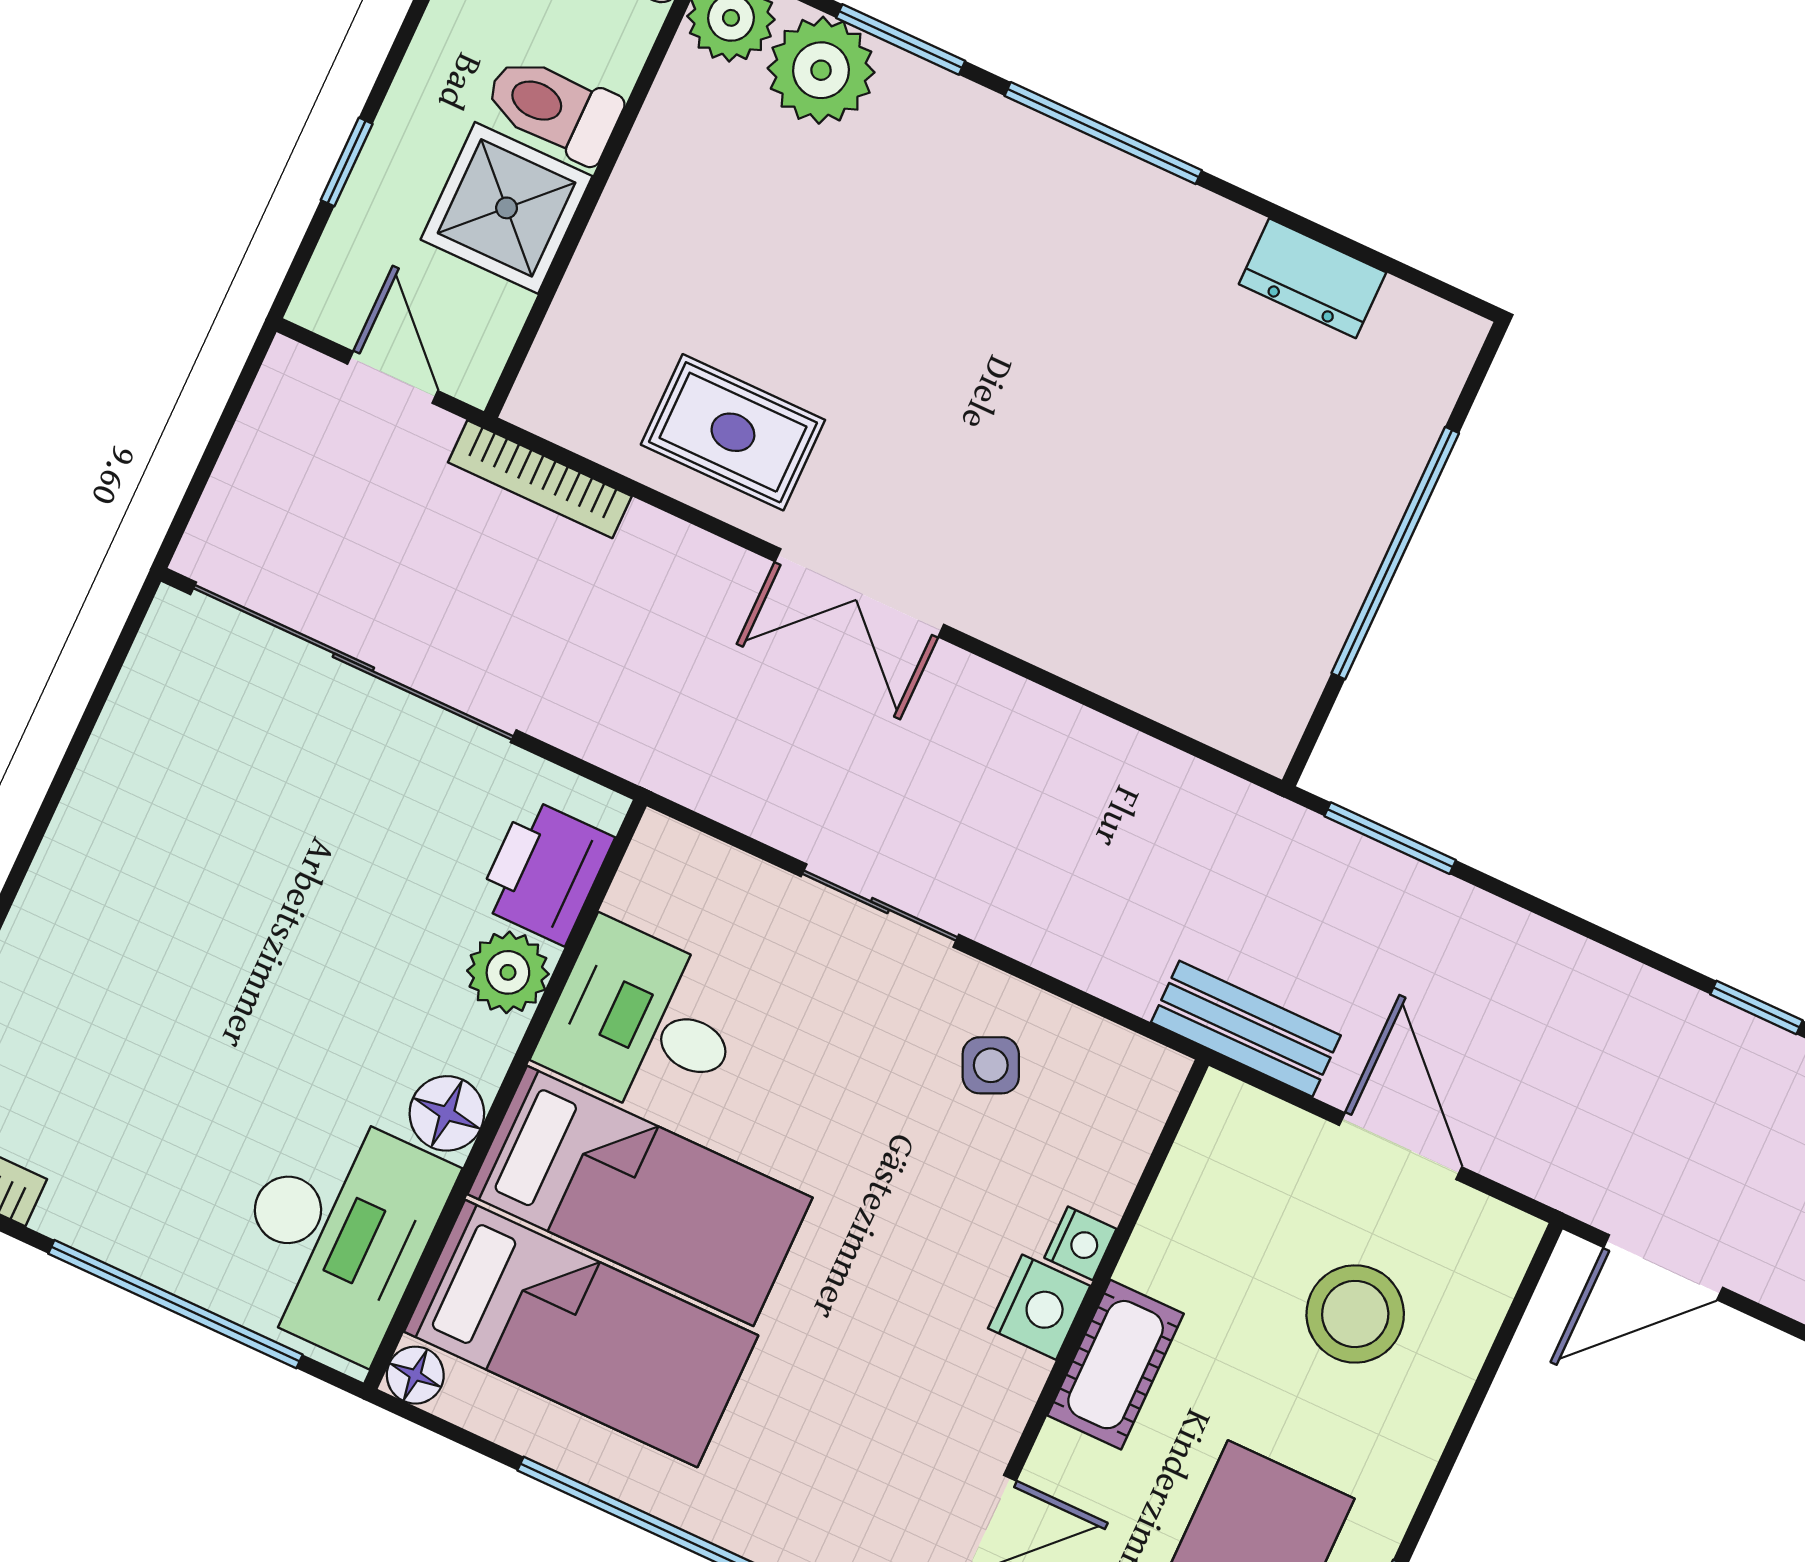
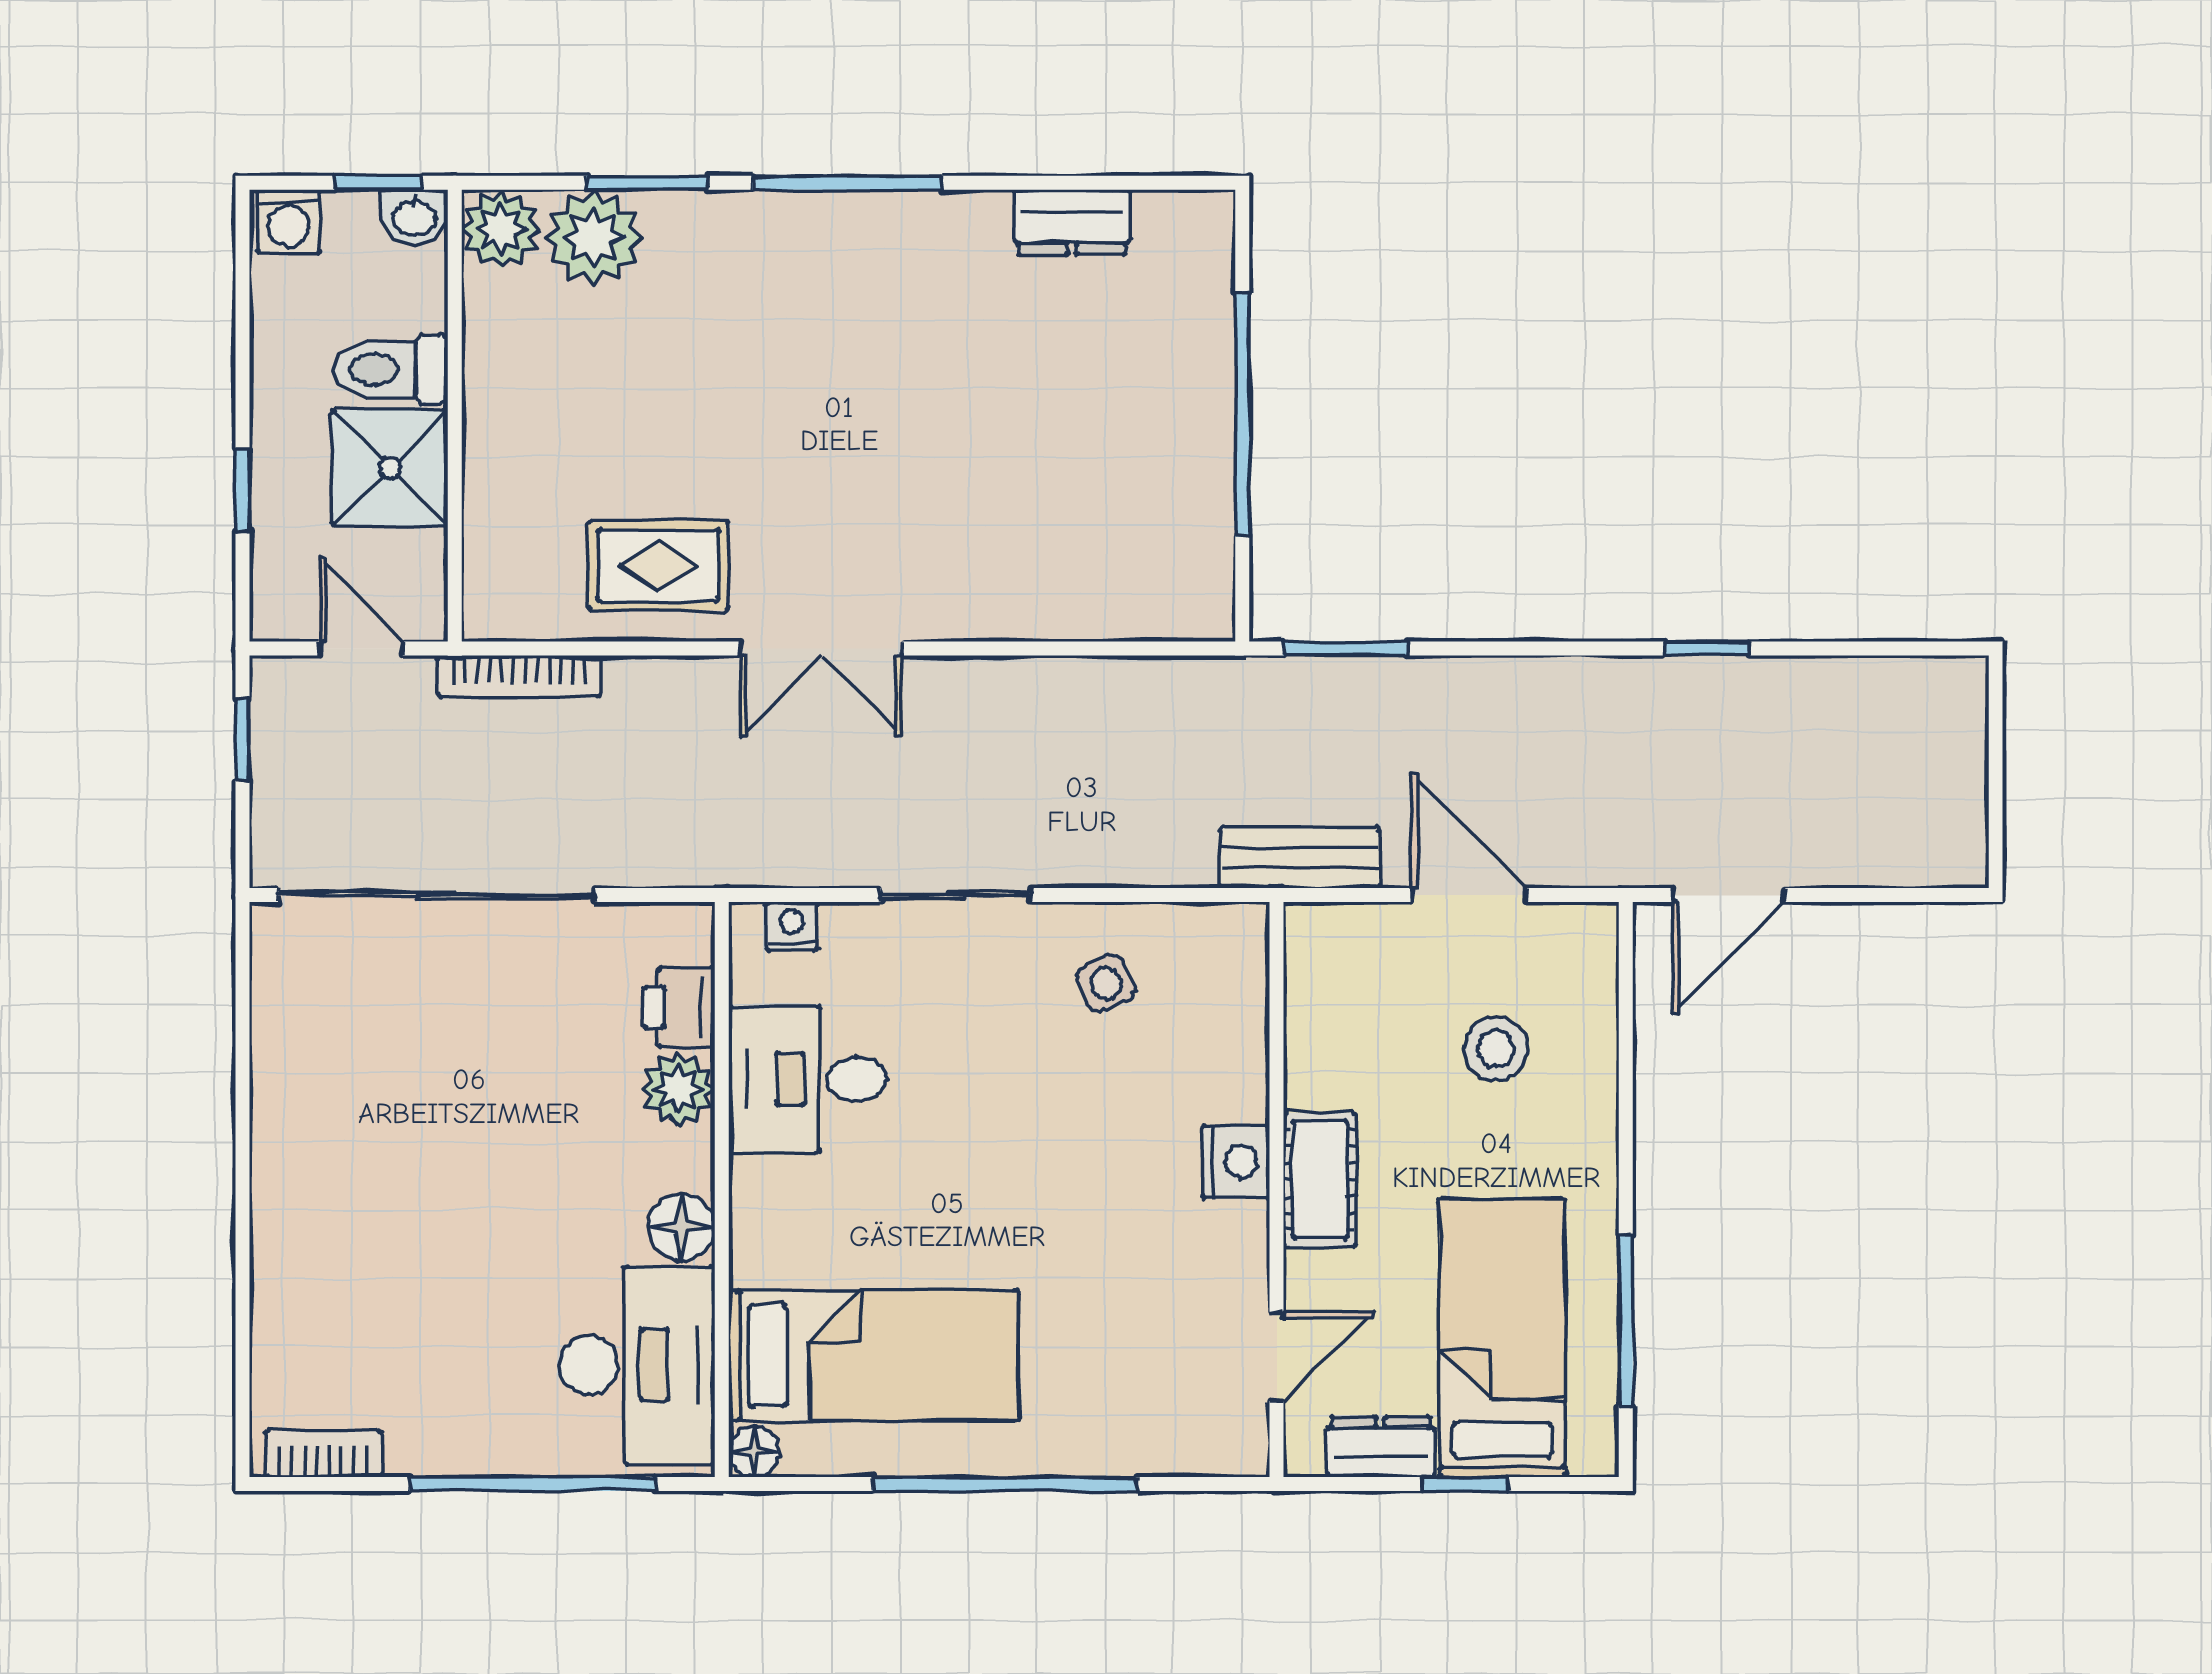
window: (230, 414) -> (242, 740), added
printer: (545, 871) -> (679, 1007), width x0.73, depth x0.81
bed: (640, 1196) -> (870, 1221), removed
nightstand: (1080, 1243) -> (792, 926), moved, turned -90
stool: (1355, 1314) -> (1496, 1049), width x0.73, depth x0.73

